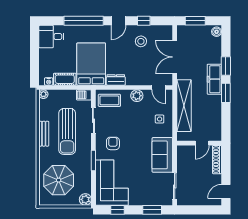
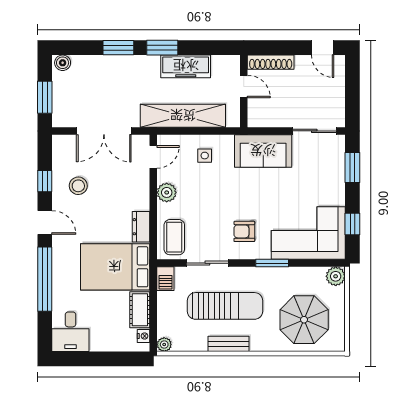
freezer: (214, 79) -> (186, 66), moved

